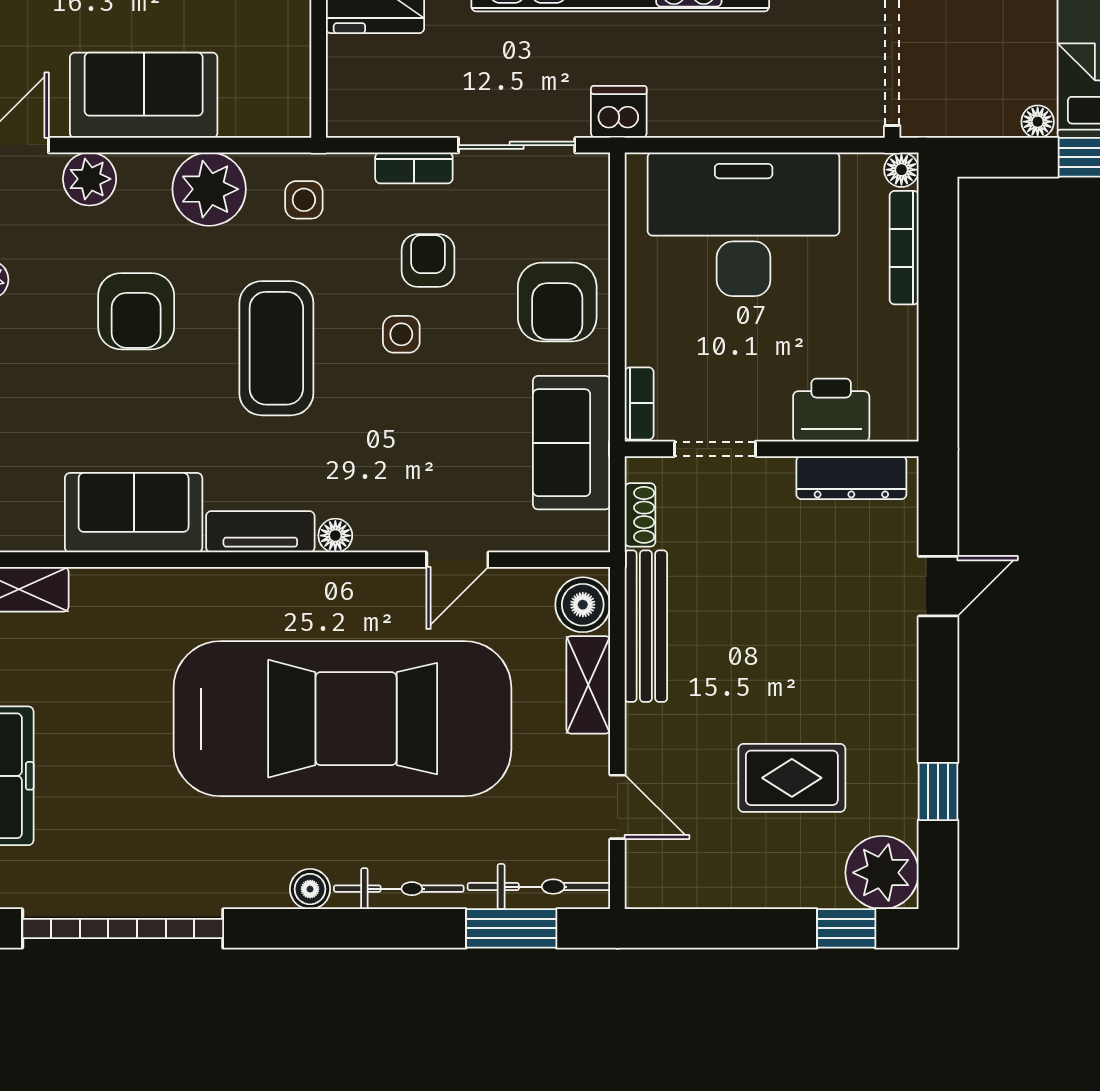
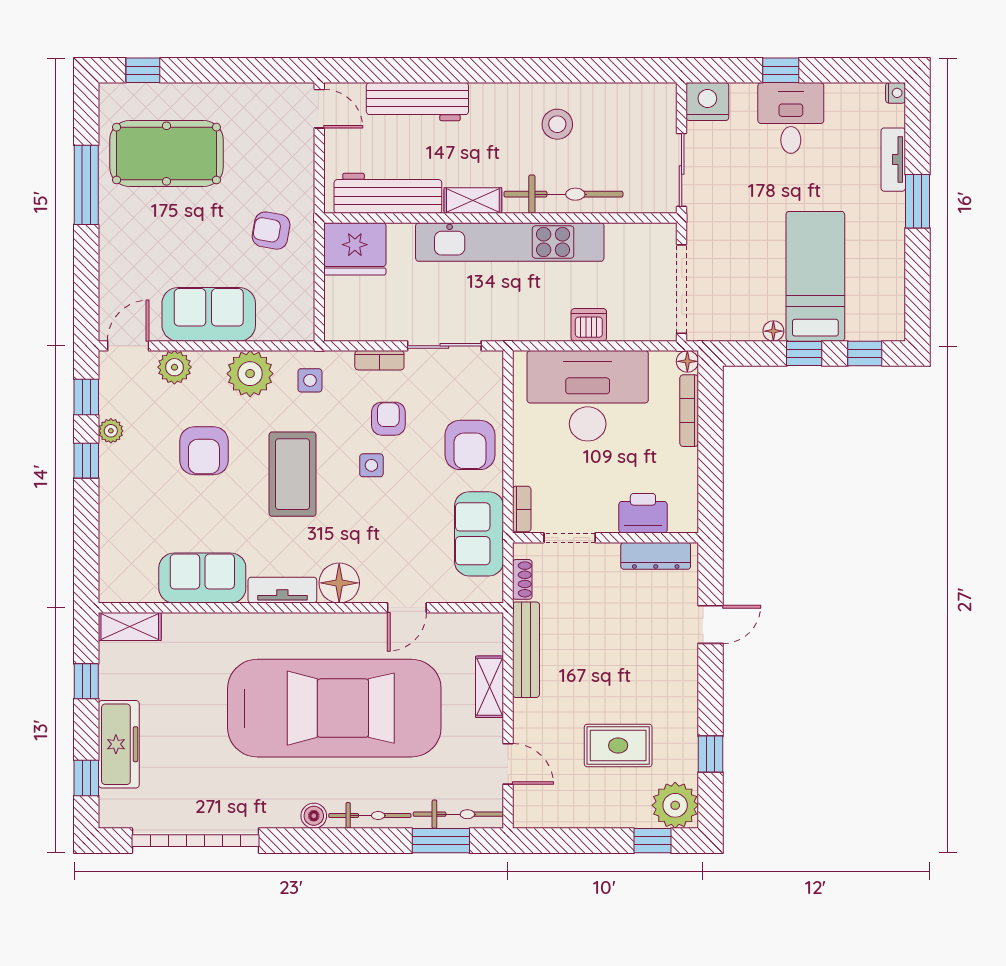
dishwasher: (619, 112) -> (589, 325), moved
floor lamp: (335, 536) -> (339, 583), width x1.89, depth x1.89
boiler: (583, 605) -> (486, 636), removed

